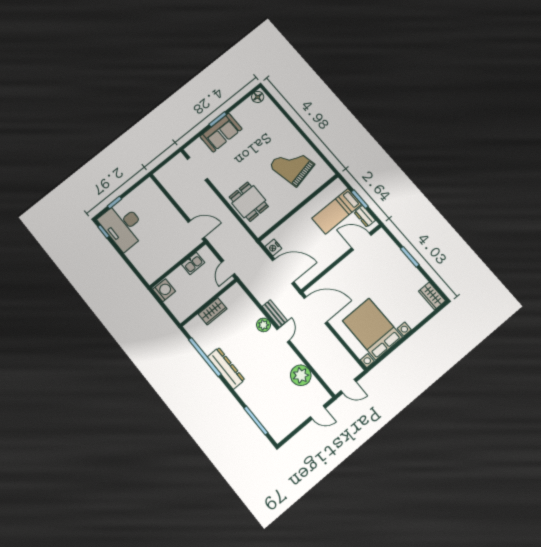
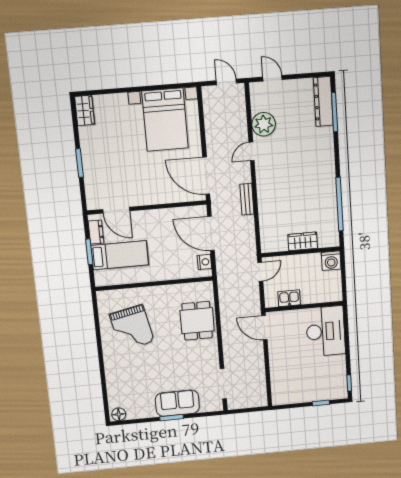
desk: (123, 226) -> (326, 331), moved
washing machine: (164, 290) -> (331, 261), moved, turned -90
plant: (264, 325) -> (265, 196), removed
door: (283, 335) -> (252, 151), moved
dresser: (226, 368) -> (323, 101), moved

